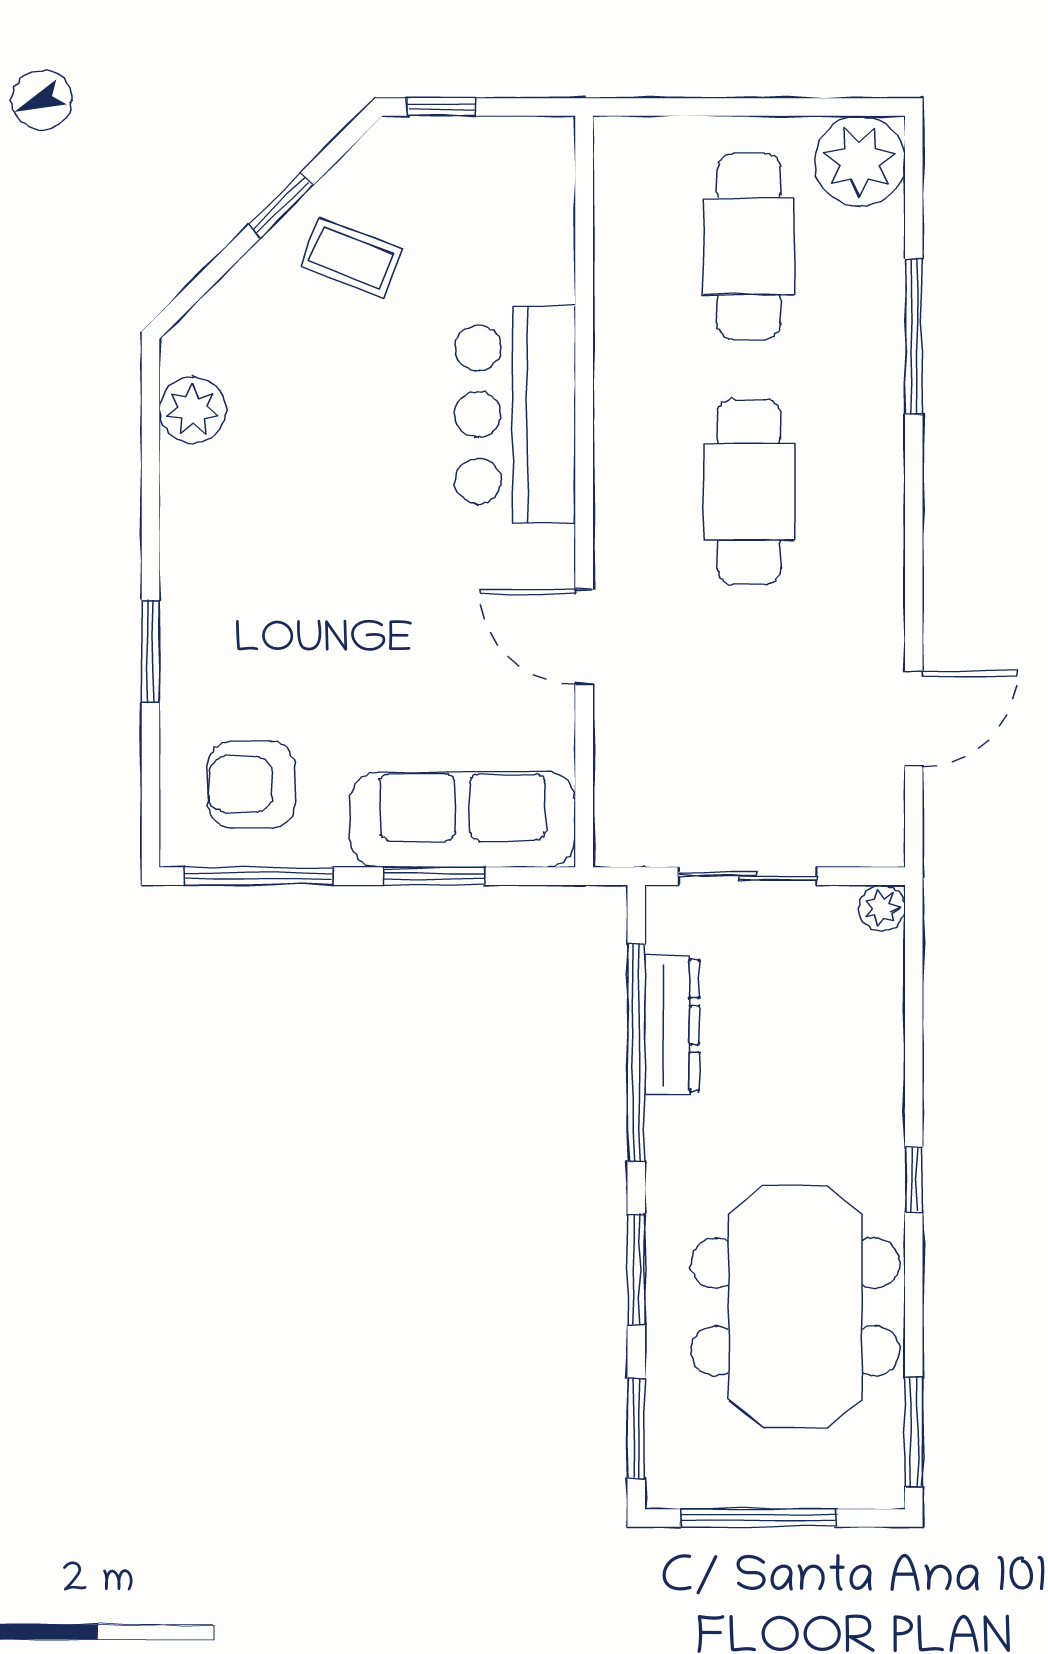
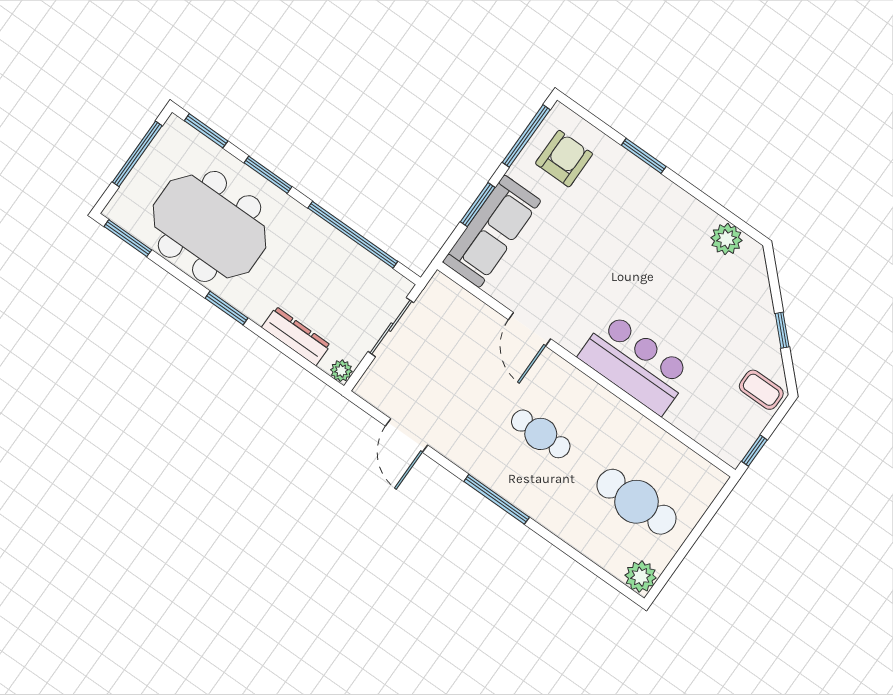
window: (442, 107) -> (754, 451), moved
plant: (860, 161) -> (641, 577), width x0.73, depth x0.73
coffee table: (351, 258) -> (761, 390), moved, turned 69
window: (914, 337) -> (497, 499), moved
cafe table: (749, 492) -> (541, 434), width x0.73, depth x0.74
door: (584, 637) -> (529, 329), swing flipped
dresser: (672, 1025) -> (296, 336), moved, turned 180
window: (914, 1179) -> (227, 308), width x1.50

